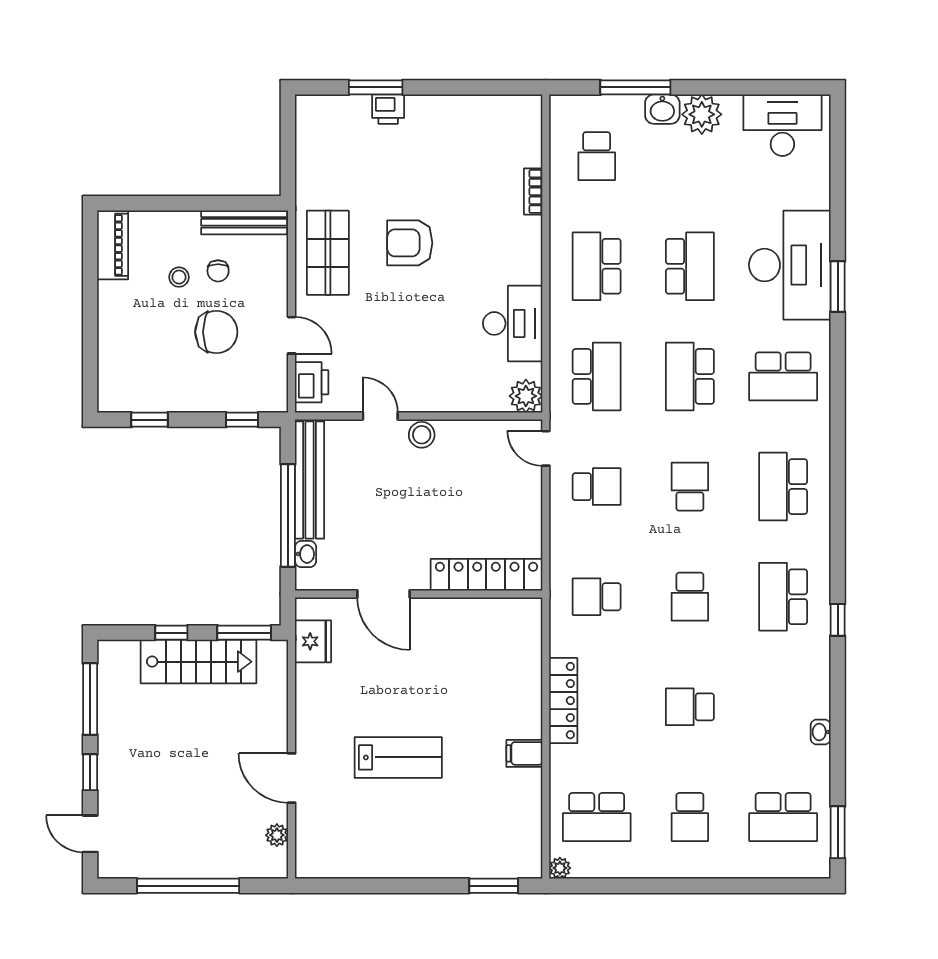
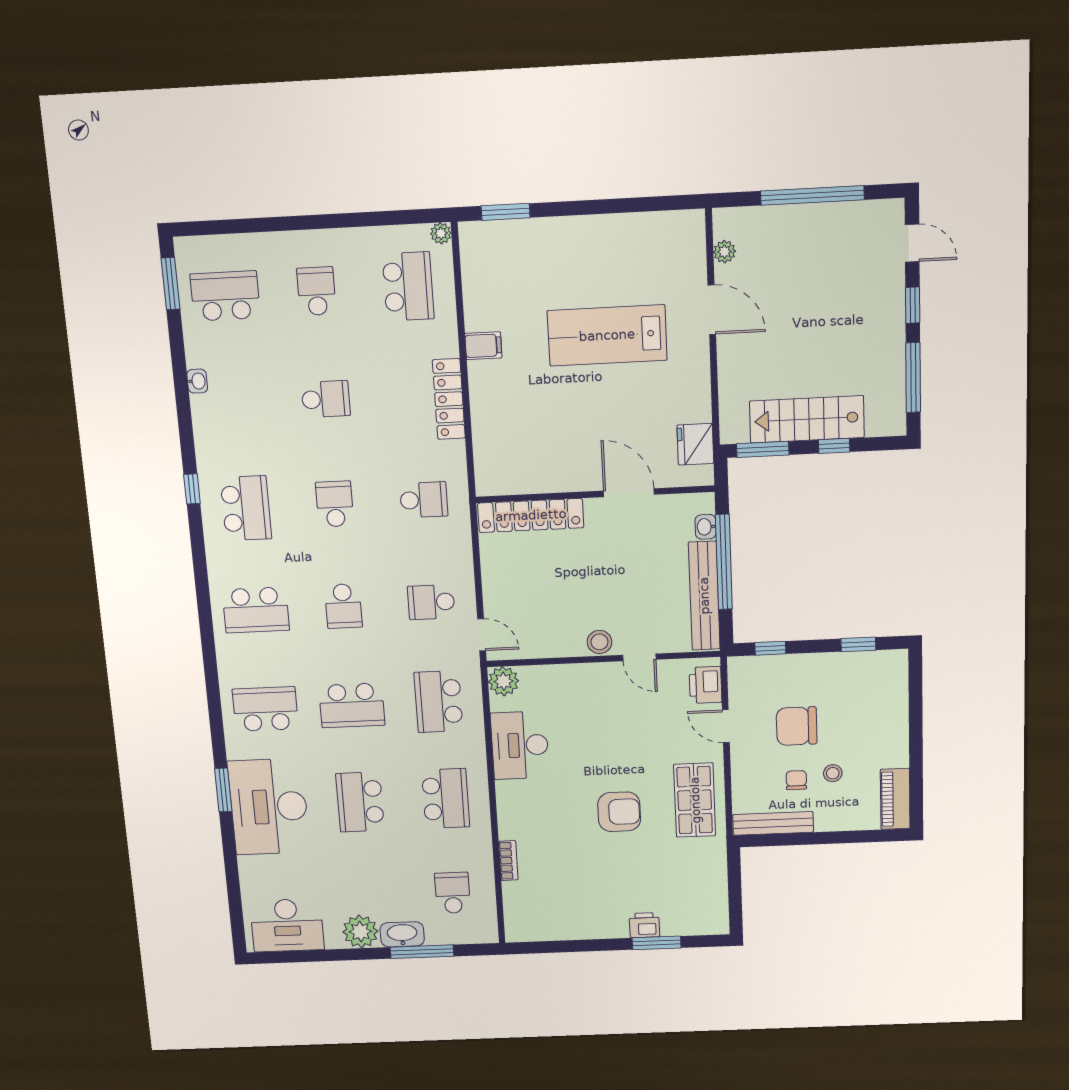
washbasin: (662, 109) -> (402, 934), width x1.38
school desk: (690, 376) -> (352, 705), turned 90
school desk: (783, 487) -> (256, 610), turned 90
lab bench: (398, 757) -> (607, 335), width x1.36, depth x1.39
school desk: (597, 817) -> (408, 286), turned 90

